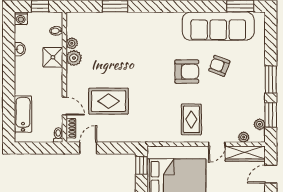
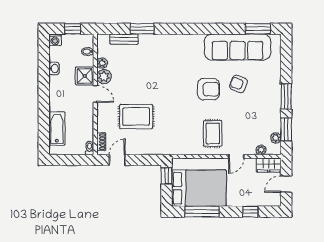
bench: (95, 18) -> (124, 39), added
door: (64, 106) -> (95, 94), moved
wardrobe: (245, 154) -> (269, 165), width x0.67

